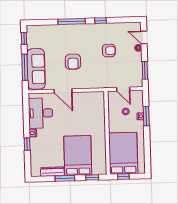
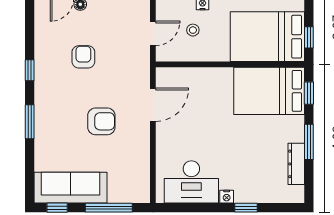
window: (72, 21) -> (30, 122), width x0.69
sofa: (36, 69) -> (71, 188), moved
door: (63, 91) -> (153, 105), moved
bed: (78, 156) -> (269, 91), moved

